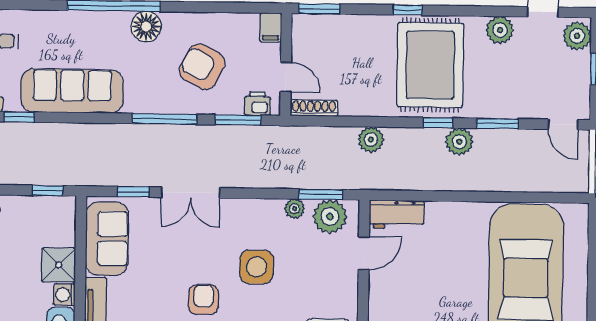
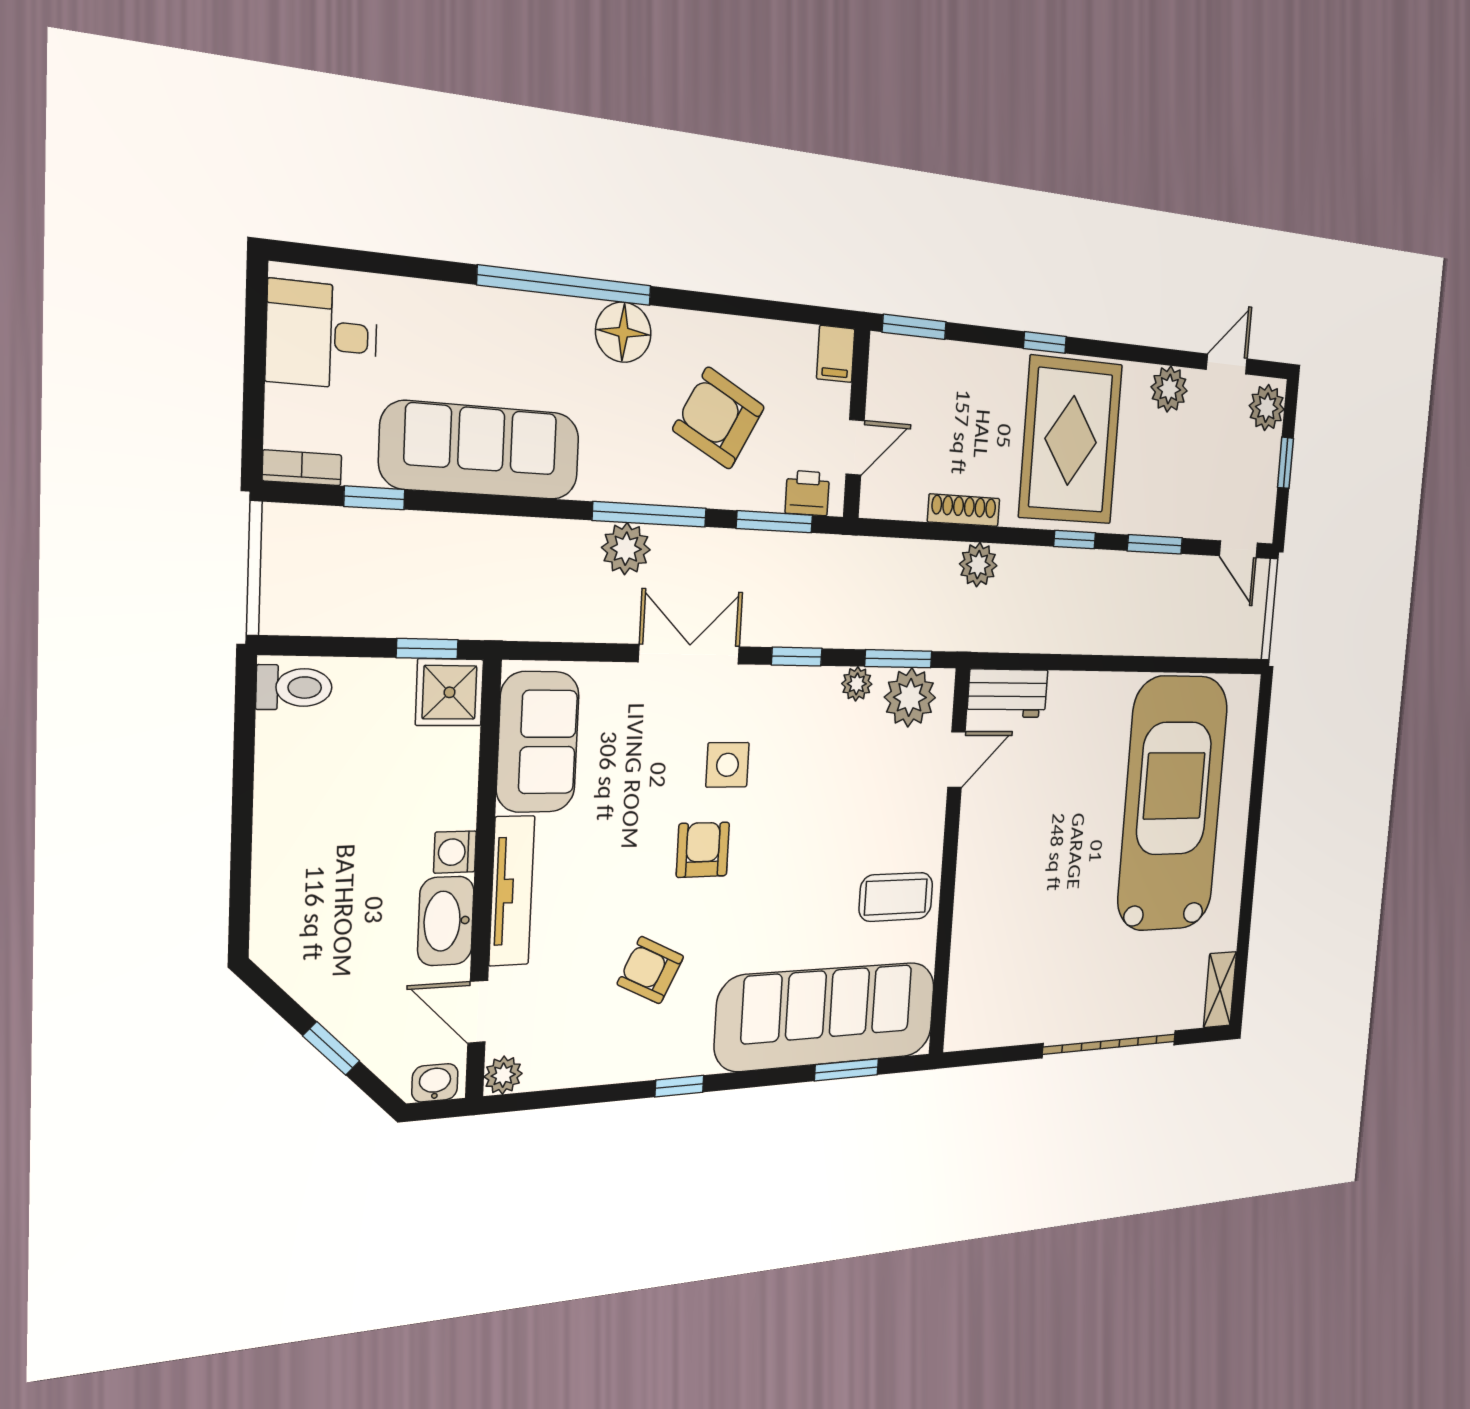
door: (286, 77) -> (855, 447), hinge flipped
shoe rack: (314, 108) -> (964, 510), moved
plant: (459, 142) -> (626, 549), moved
window: (133, 192) -> (797, 657), moved
double door: (191, 193) -> (689, 654), swing flipped
shower: (59, 265) -> (450, 692), moved
side table: (257, 267) -> (727, 765), moved, width x0.73, depth x0.73

